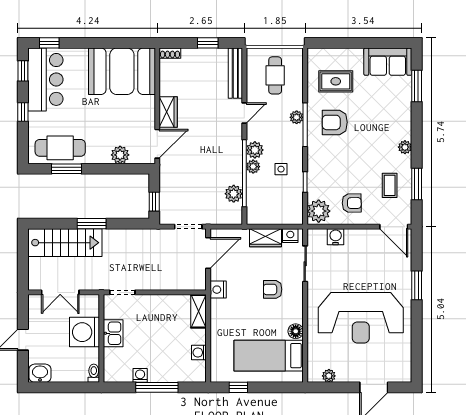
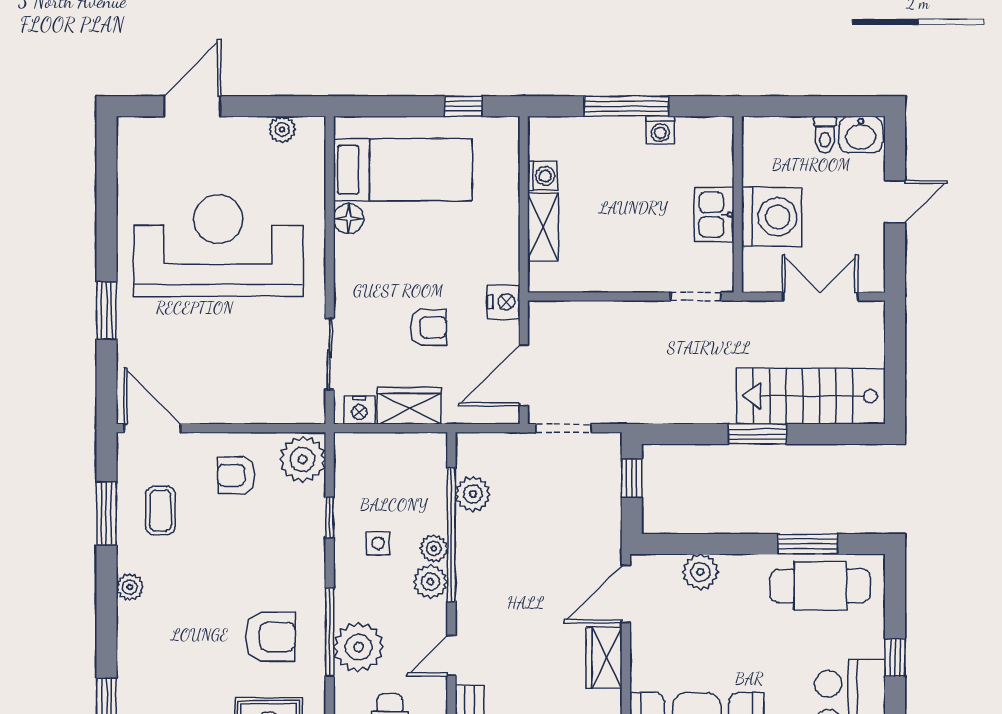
plant: (297, 117) -> (359, 647), width x1.88, depth x1.88
water cooler: (336, 237) -> (269, 408), removed
armchair: (273, 289) -> (428, 327), moved
shelving: (199, 311) -> (543, 227), moved
toilet: (94, 373) -> (825, 135), moved

